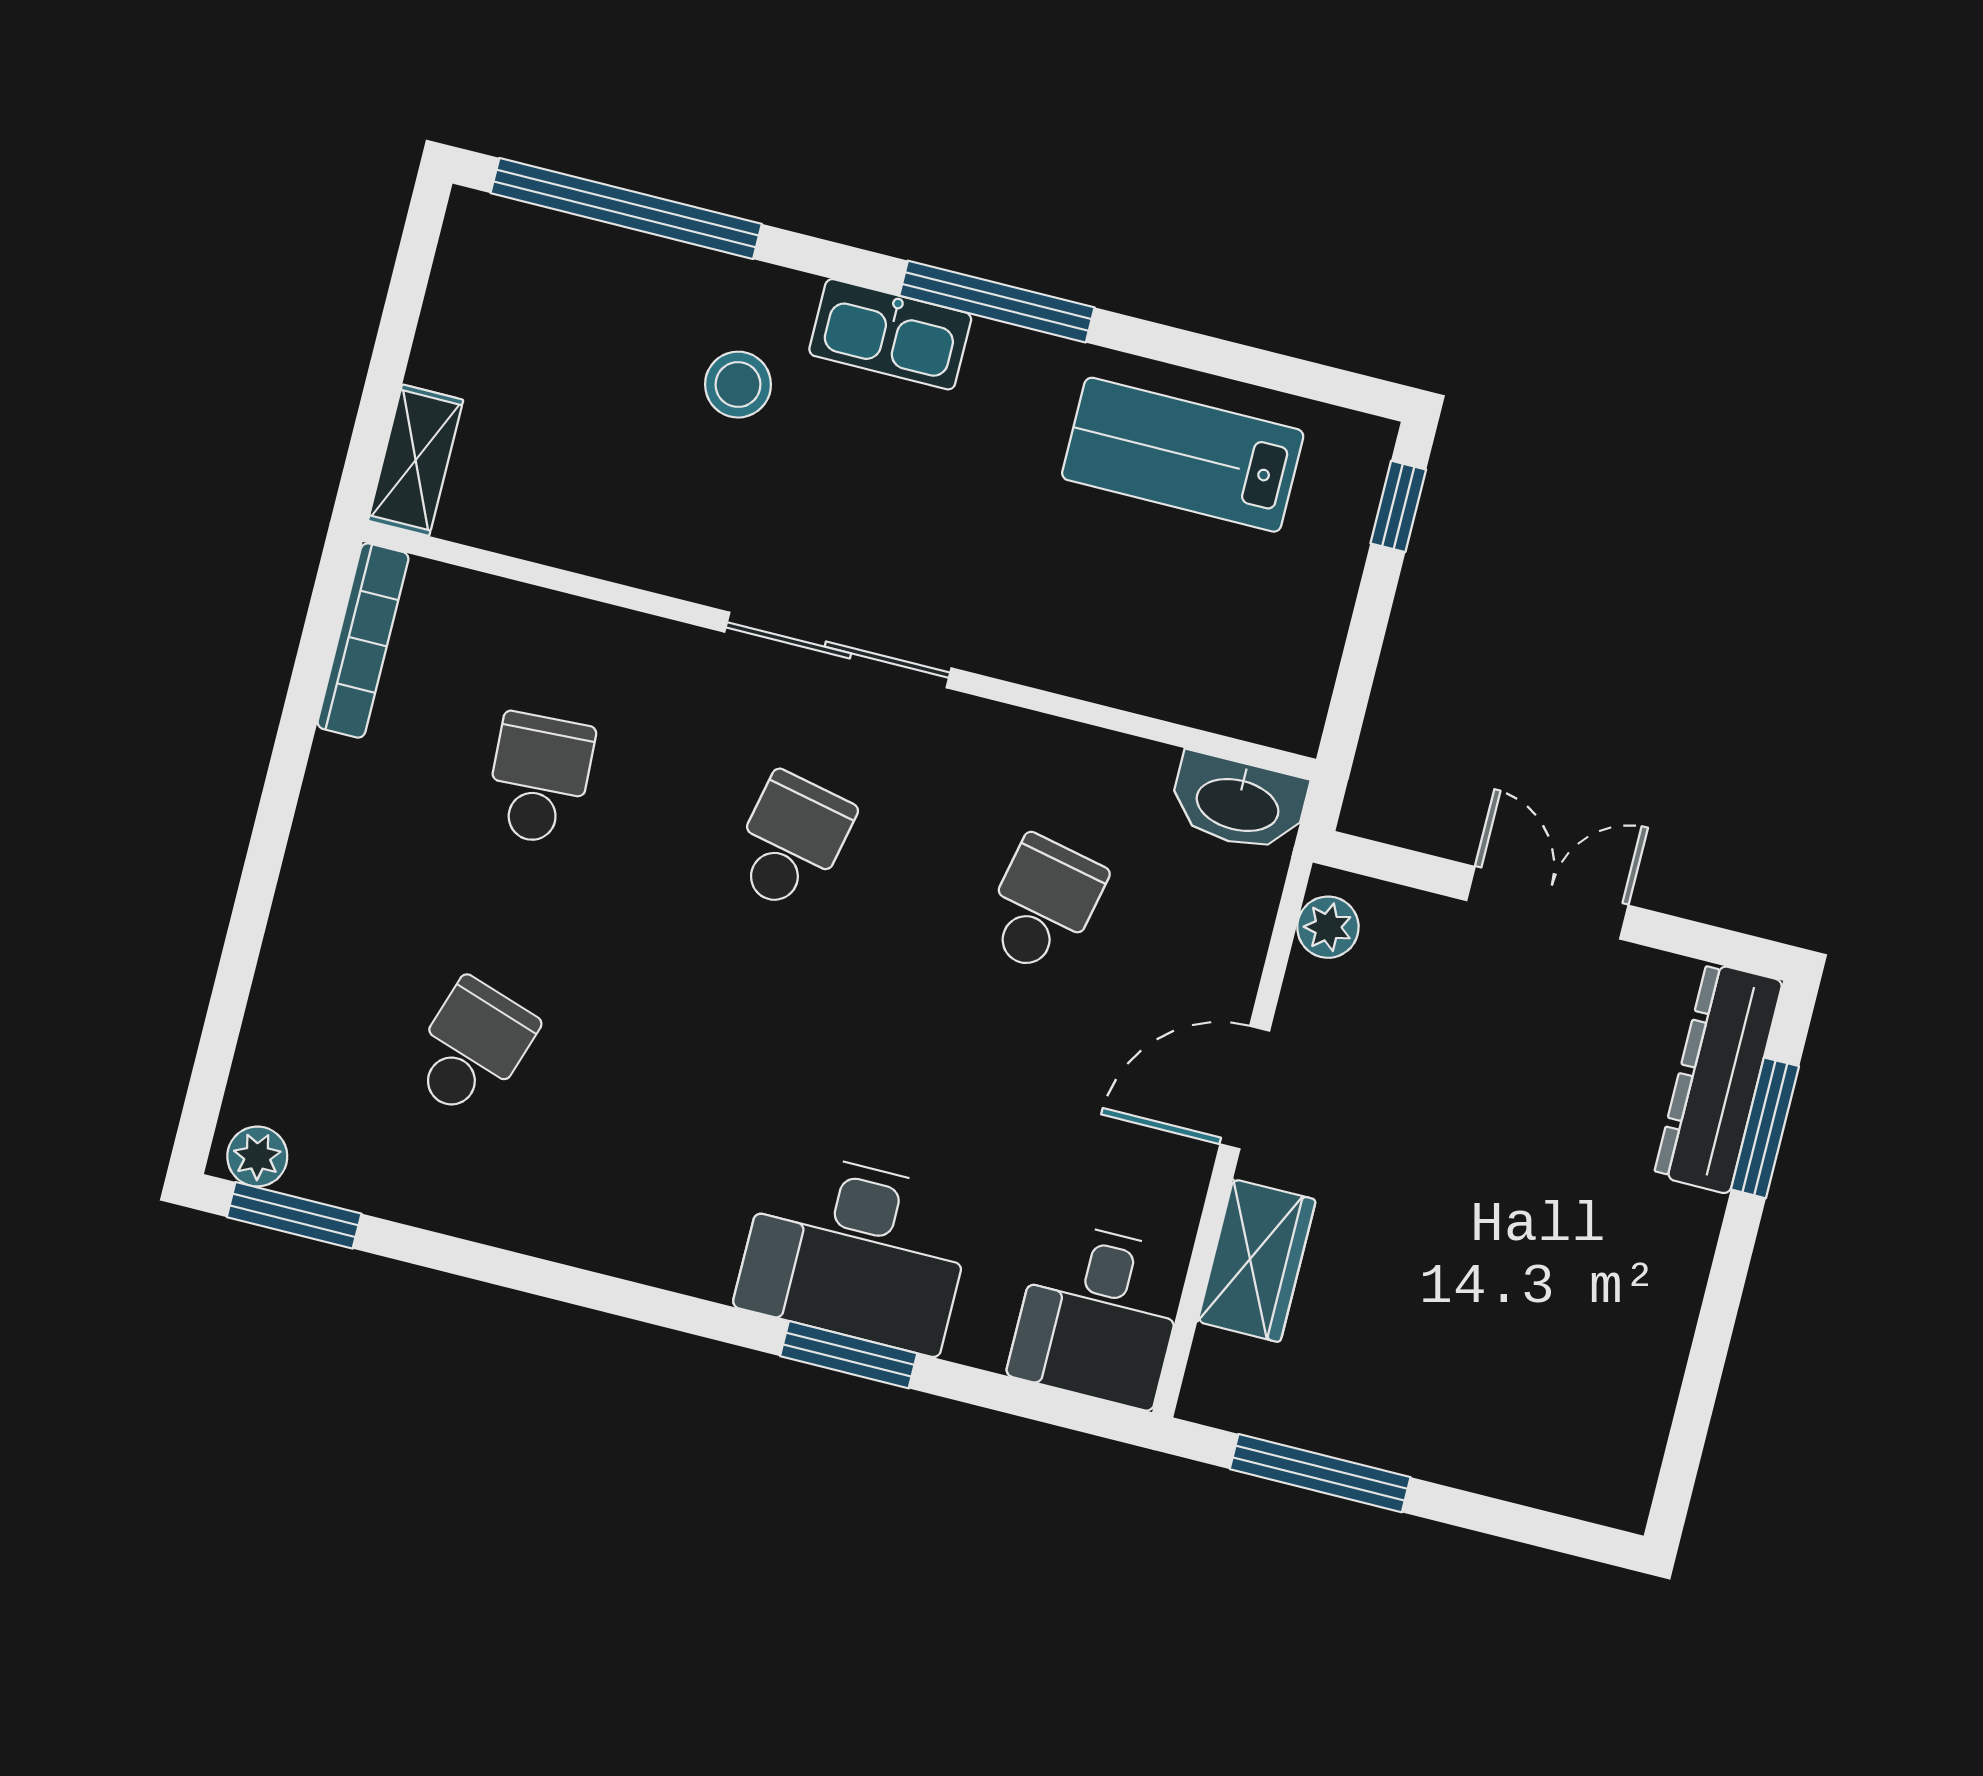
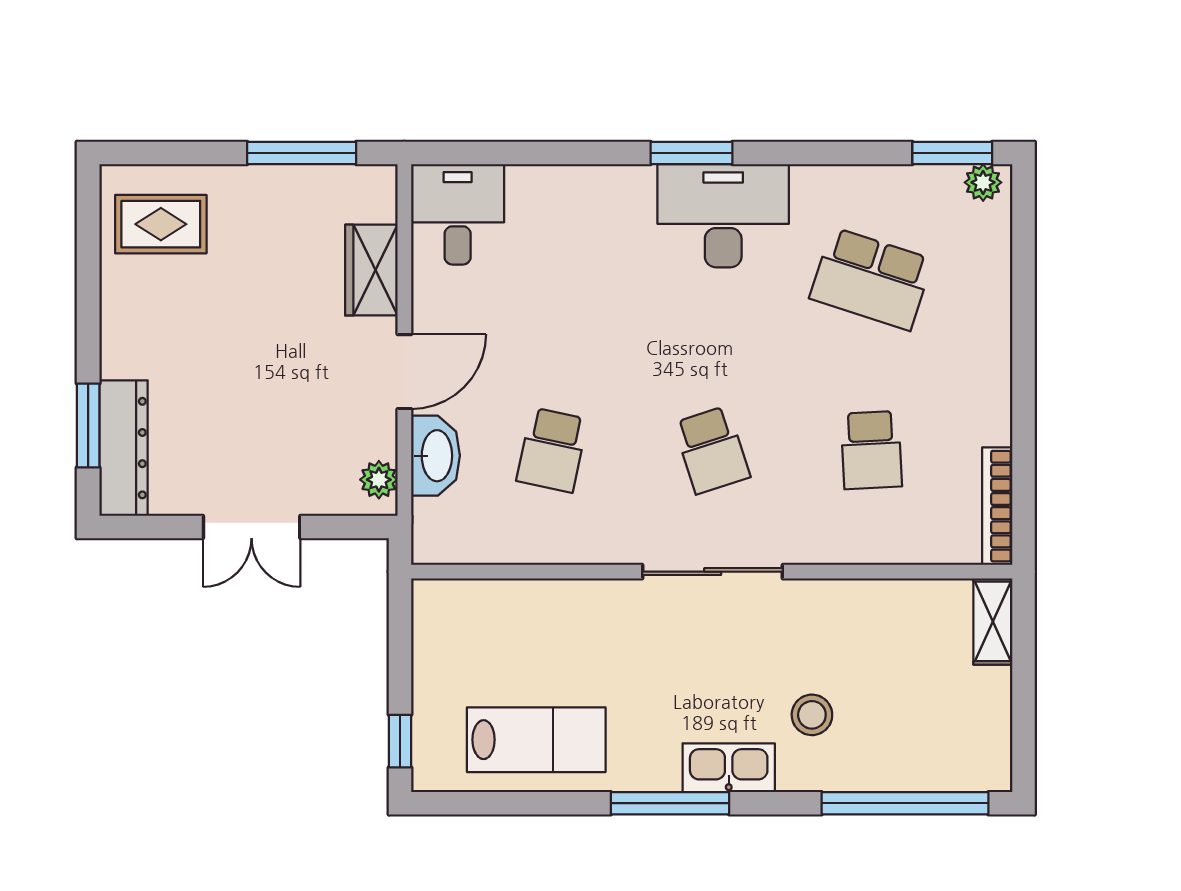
washbasin: (1238, 803) -> (435, 456), moved, turned 90
school desk: (791, 842) -> (712, 450), turned -30
school desk: (472, 1049) -> (871, 279), width x1.85
desk: (856, 1251) -> (723, 216), moved
window: (849, 1355) -> (691, 153), moved
rug: (1571, 1417) -> (161, 224), added

